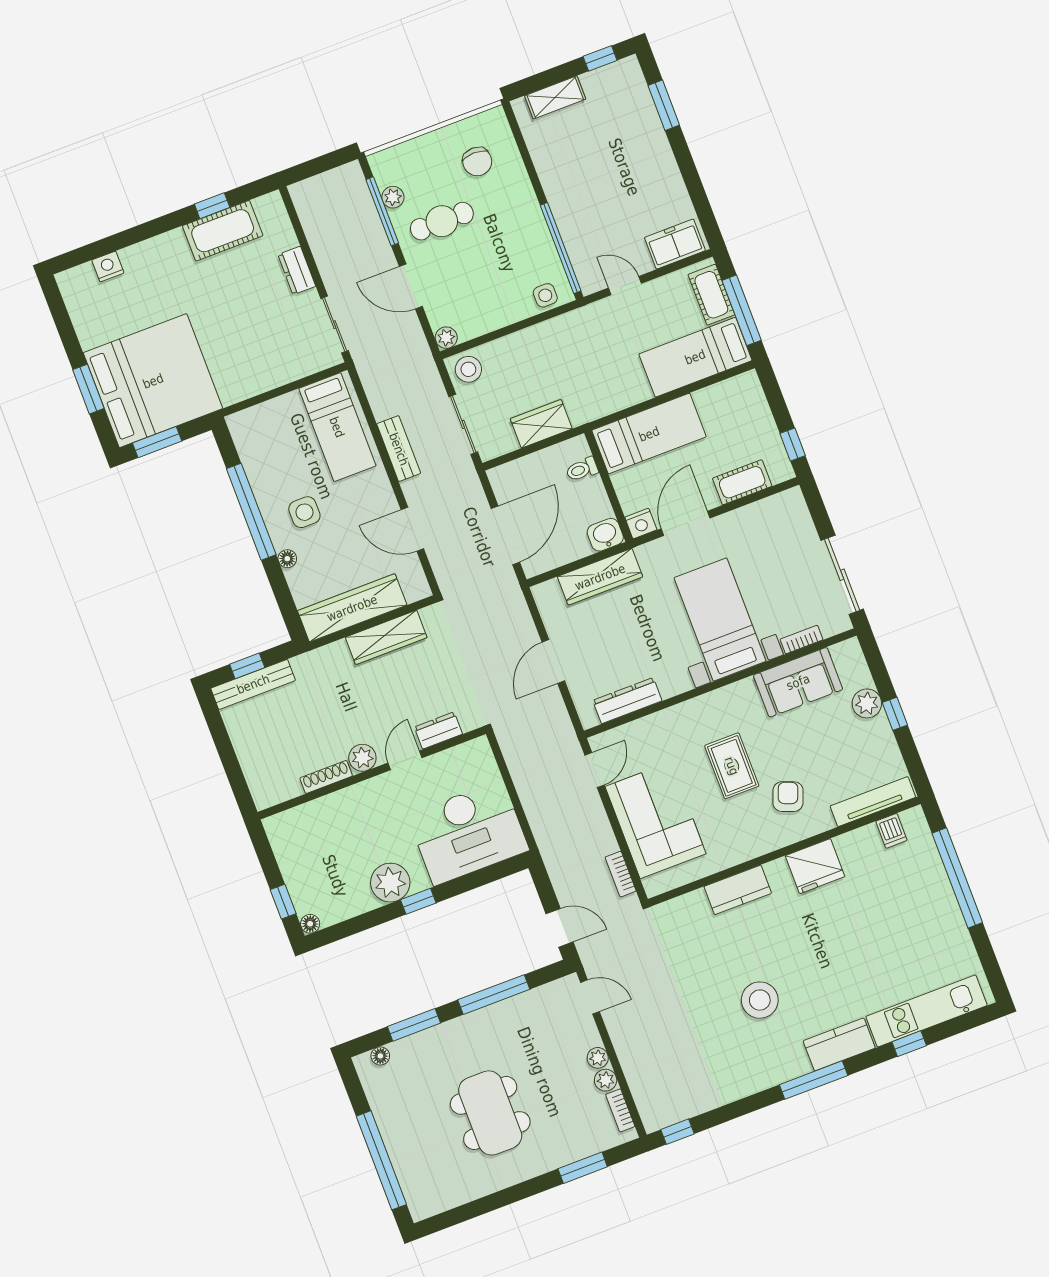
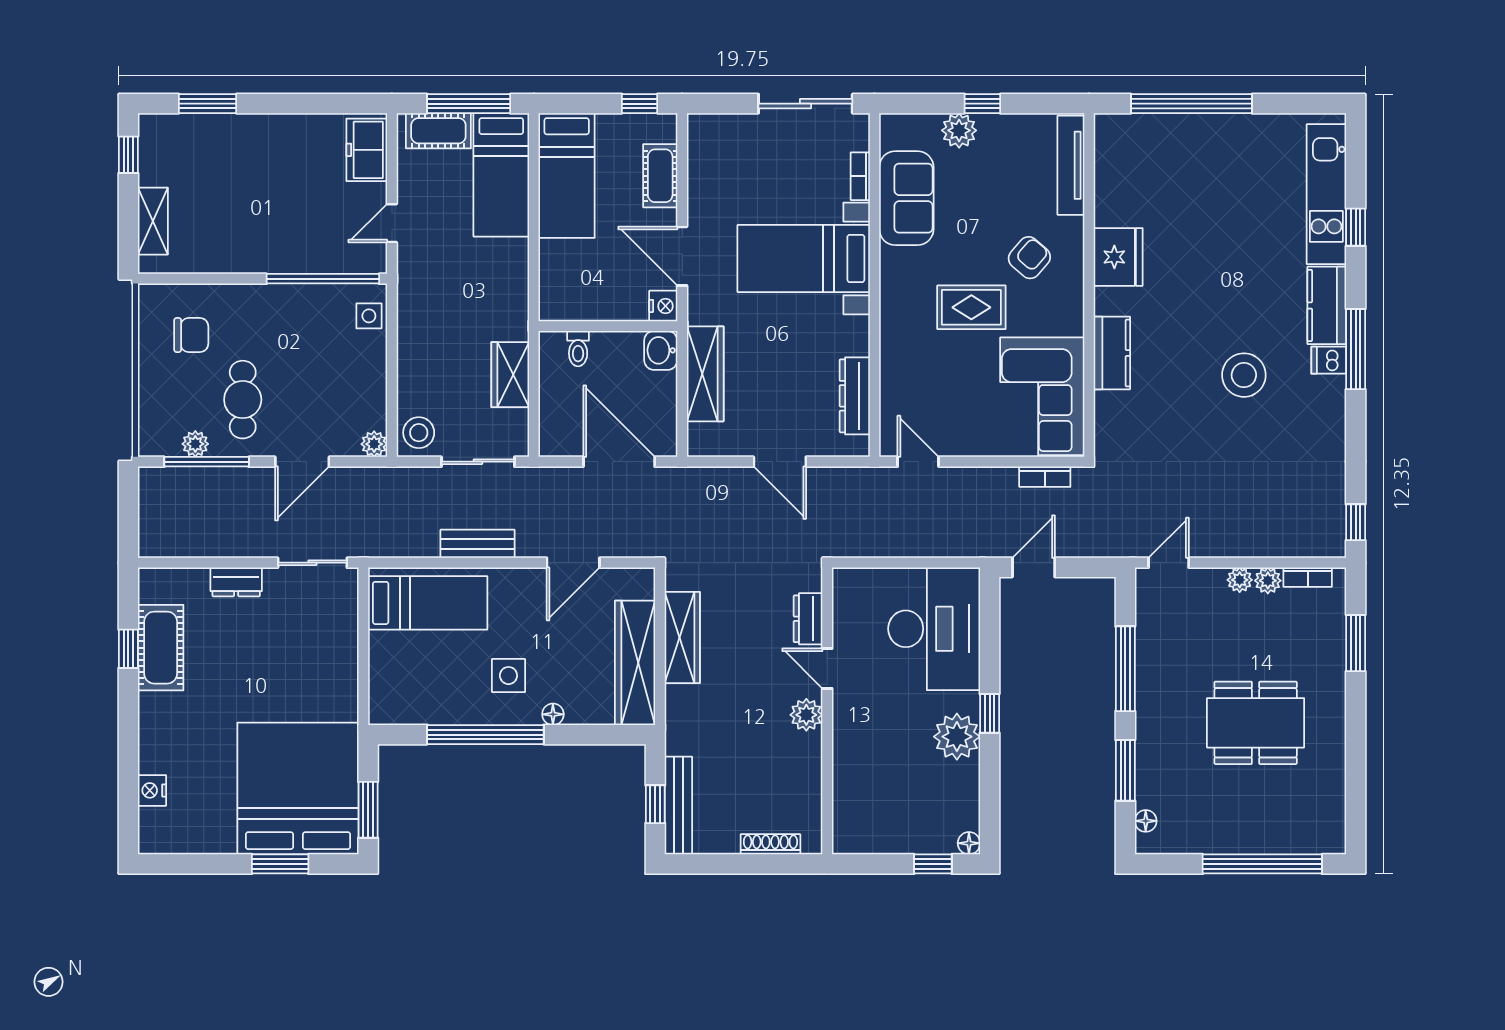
bed: (649, 434) -> (567, 176), moved, turned 180
shoe rack: (326, 777) -> (770, 844), moved, turned 90
armchair: (788, 797) -> (1029, 258), turned 110
corner sofa: (656, 820) -> (1042, 396), moved, turned -90
dishwasher: (891, 831) -> (1329, 360), moved, turned 180
door: (560, 928) -> (1034, 567), moved

